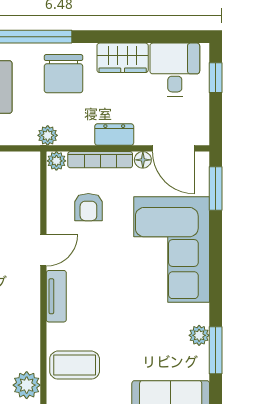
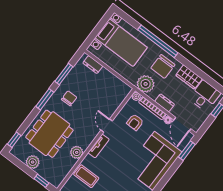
plant: (48, 135) -> (146, 84), width x1.87, depth x1.87
door: (43, 250) -> (107, 126), swing flipped
plant: (27, 385) -> (77, 152), moved

